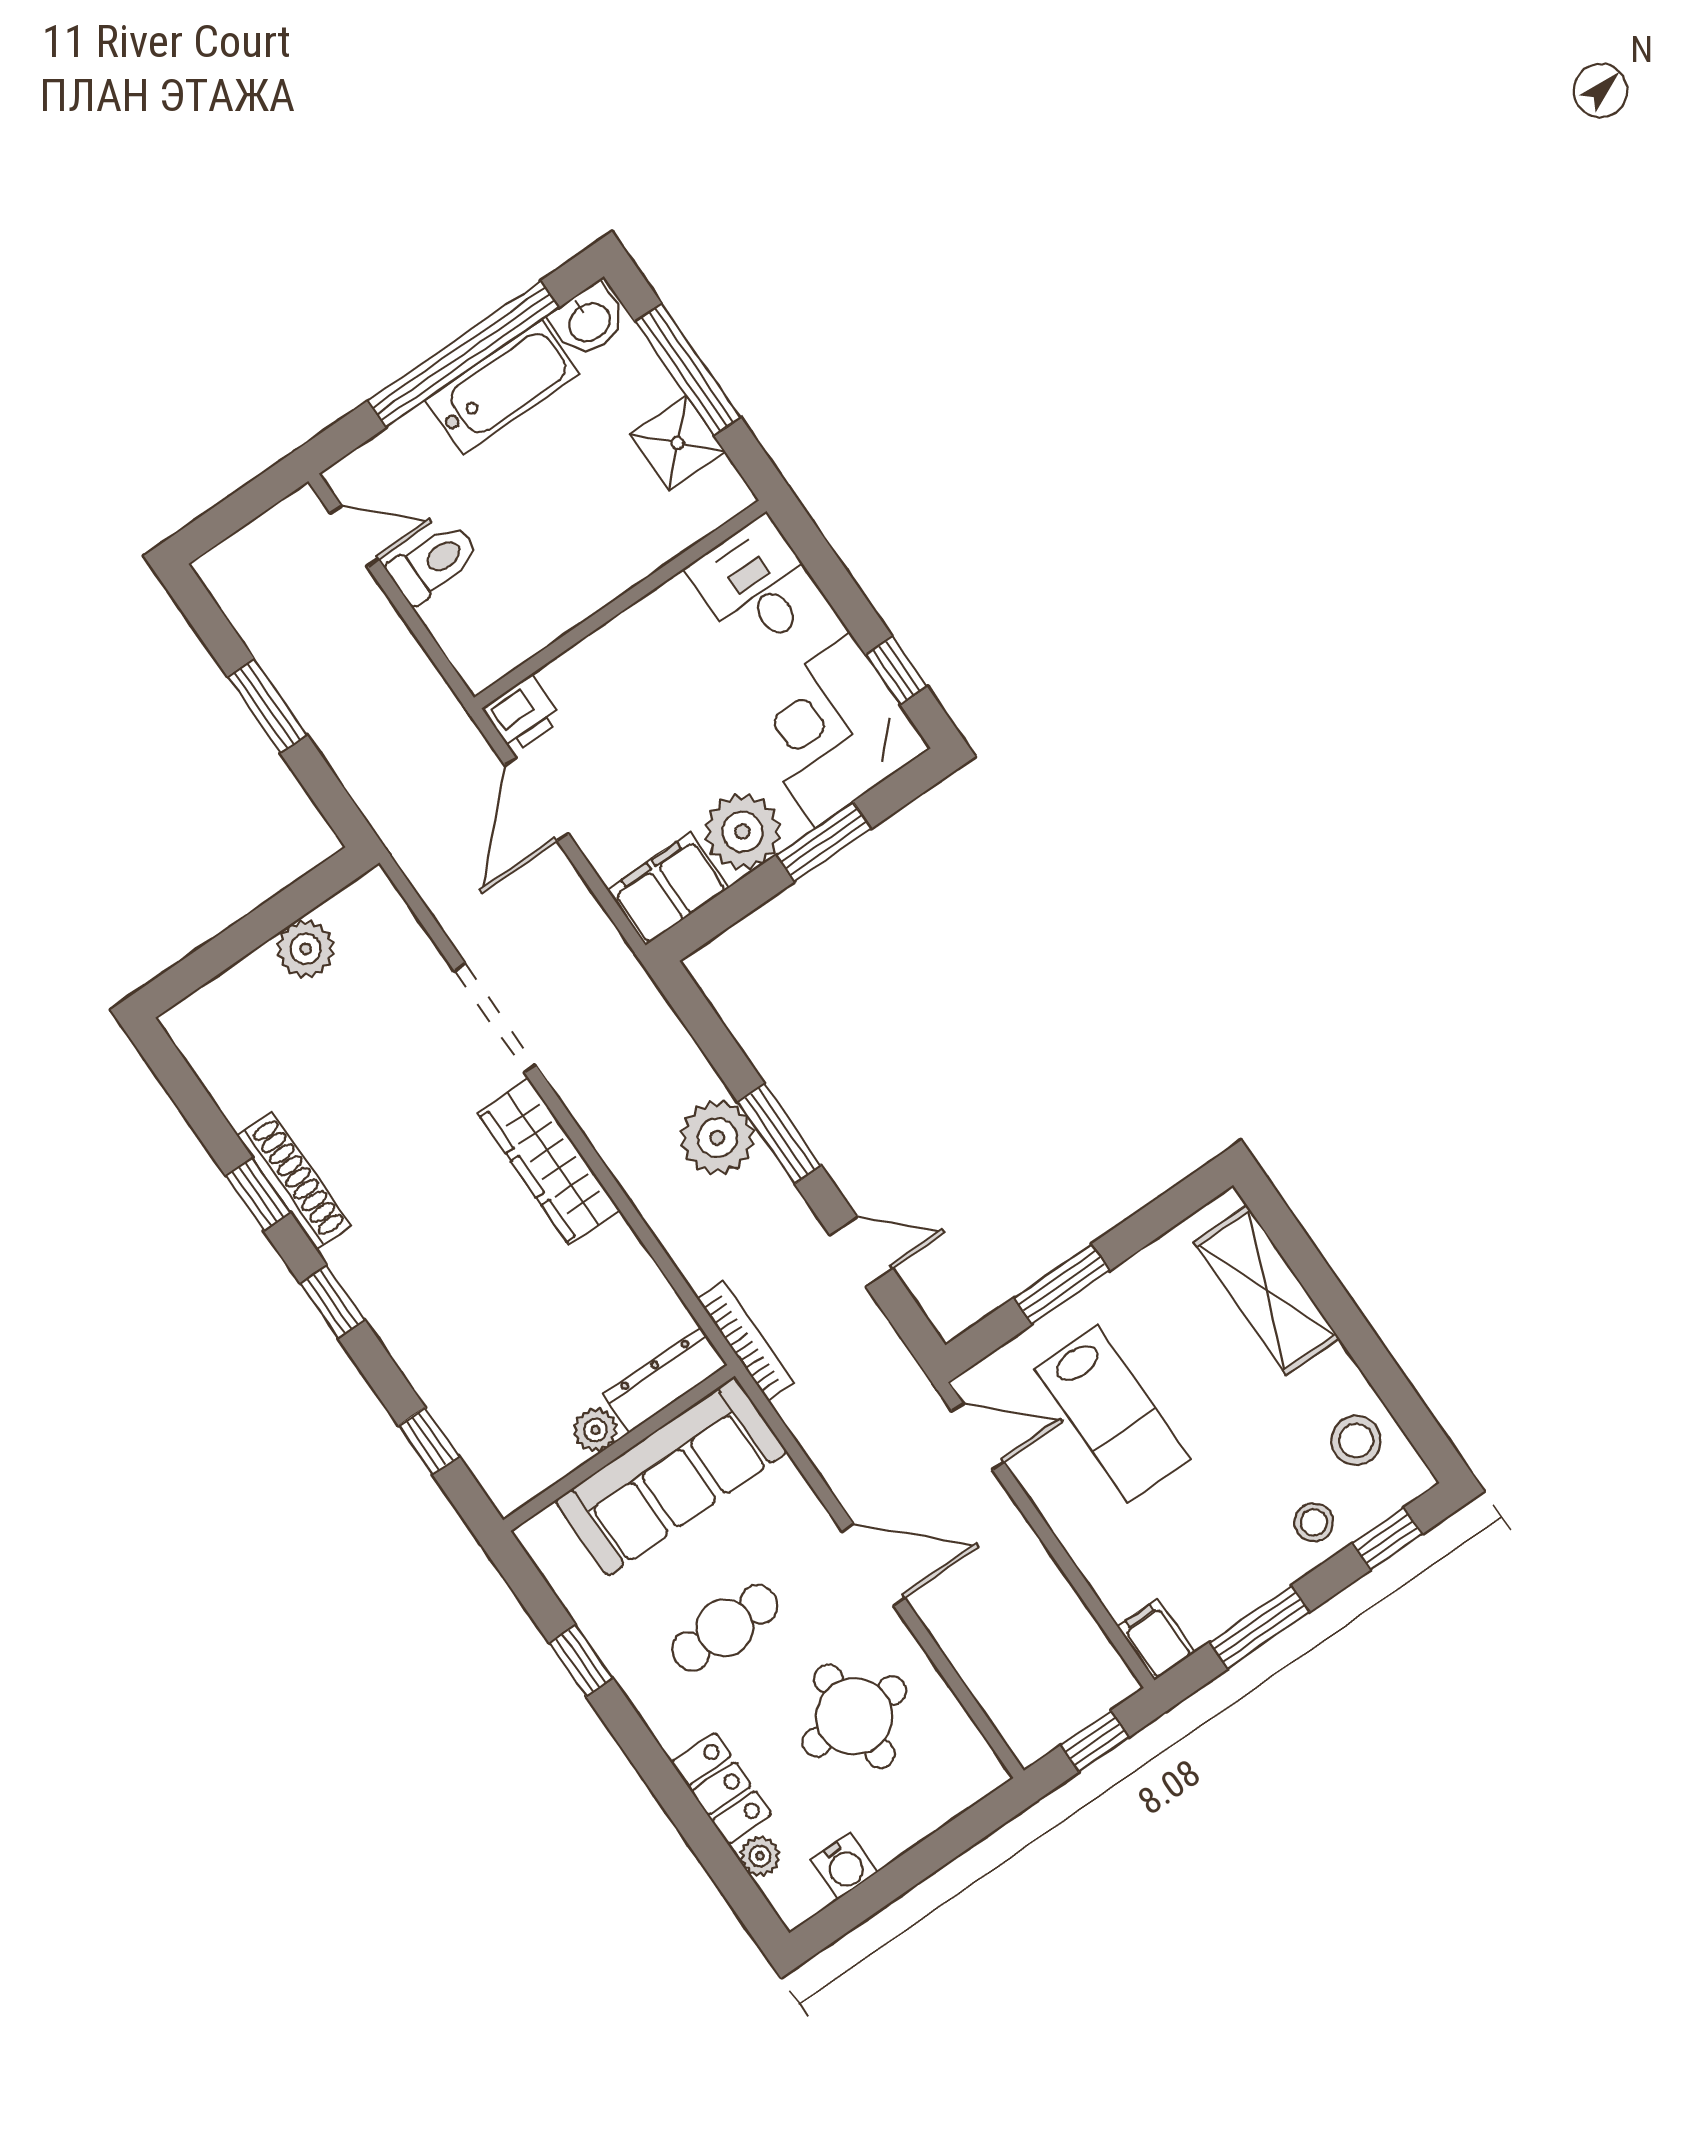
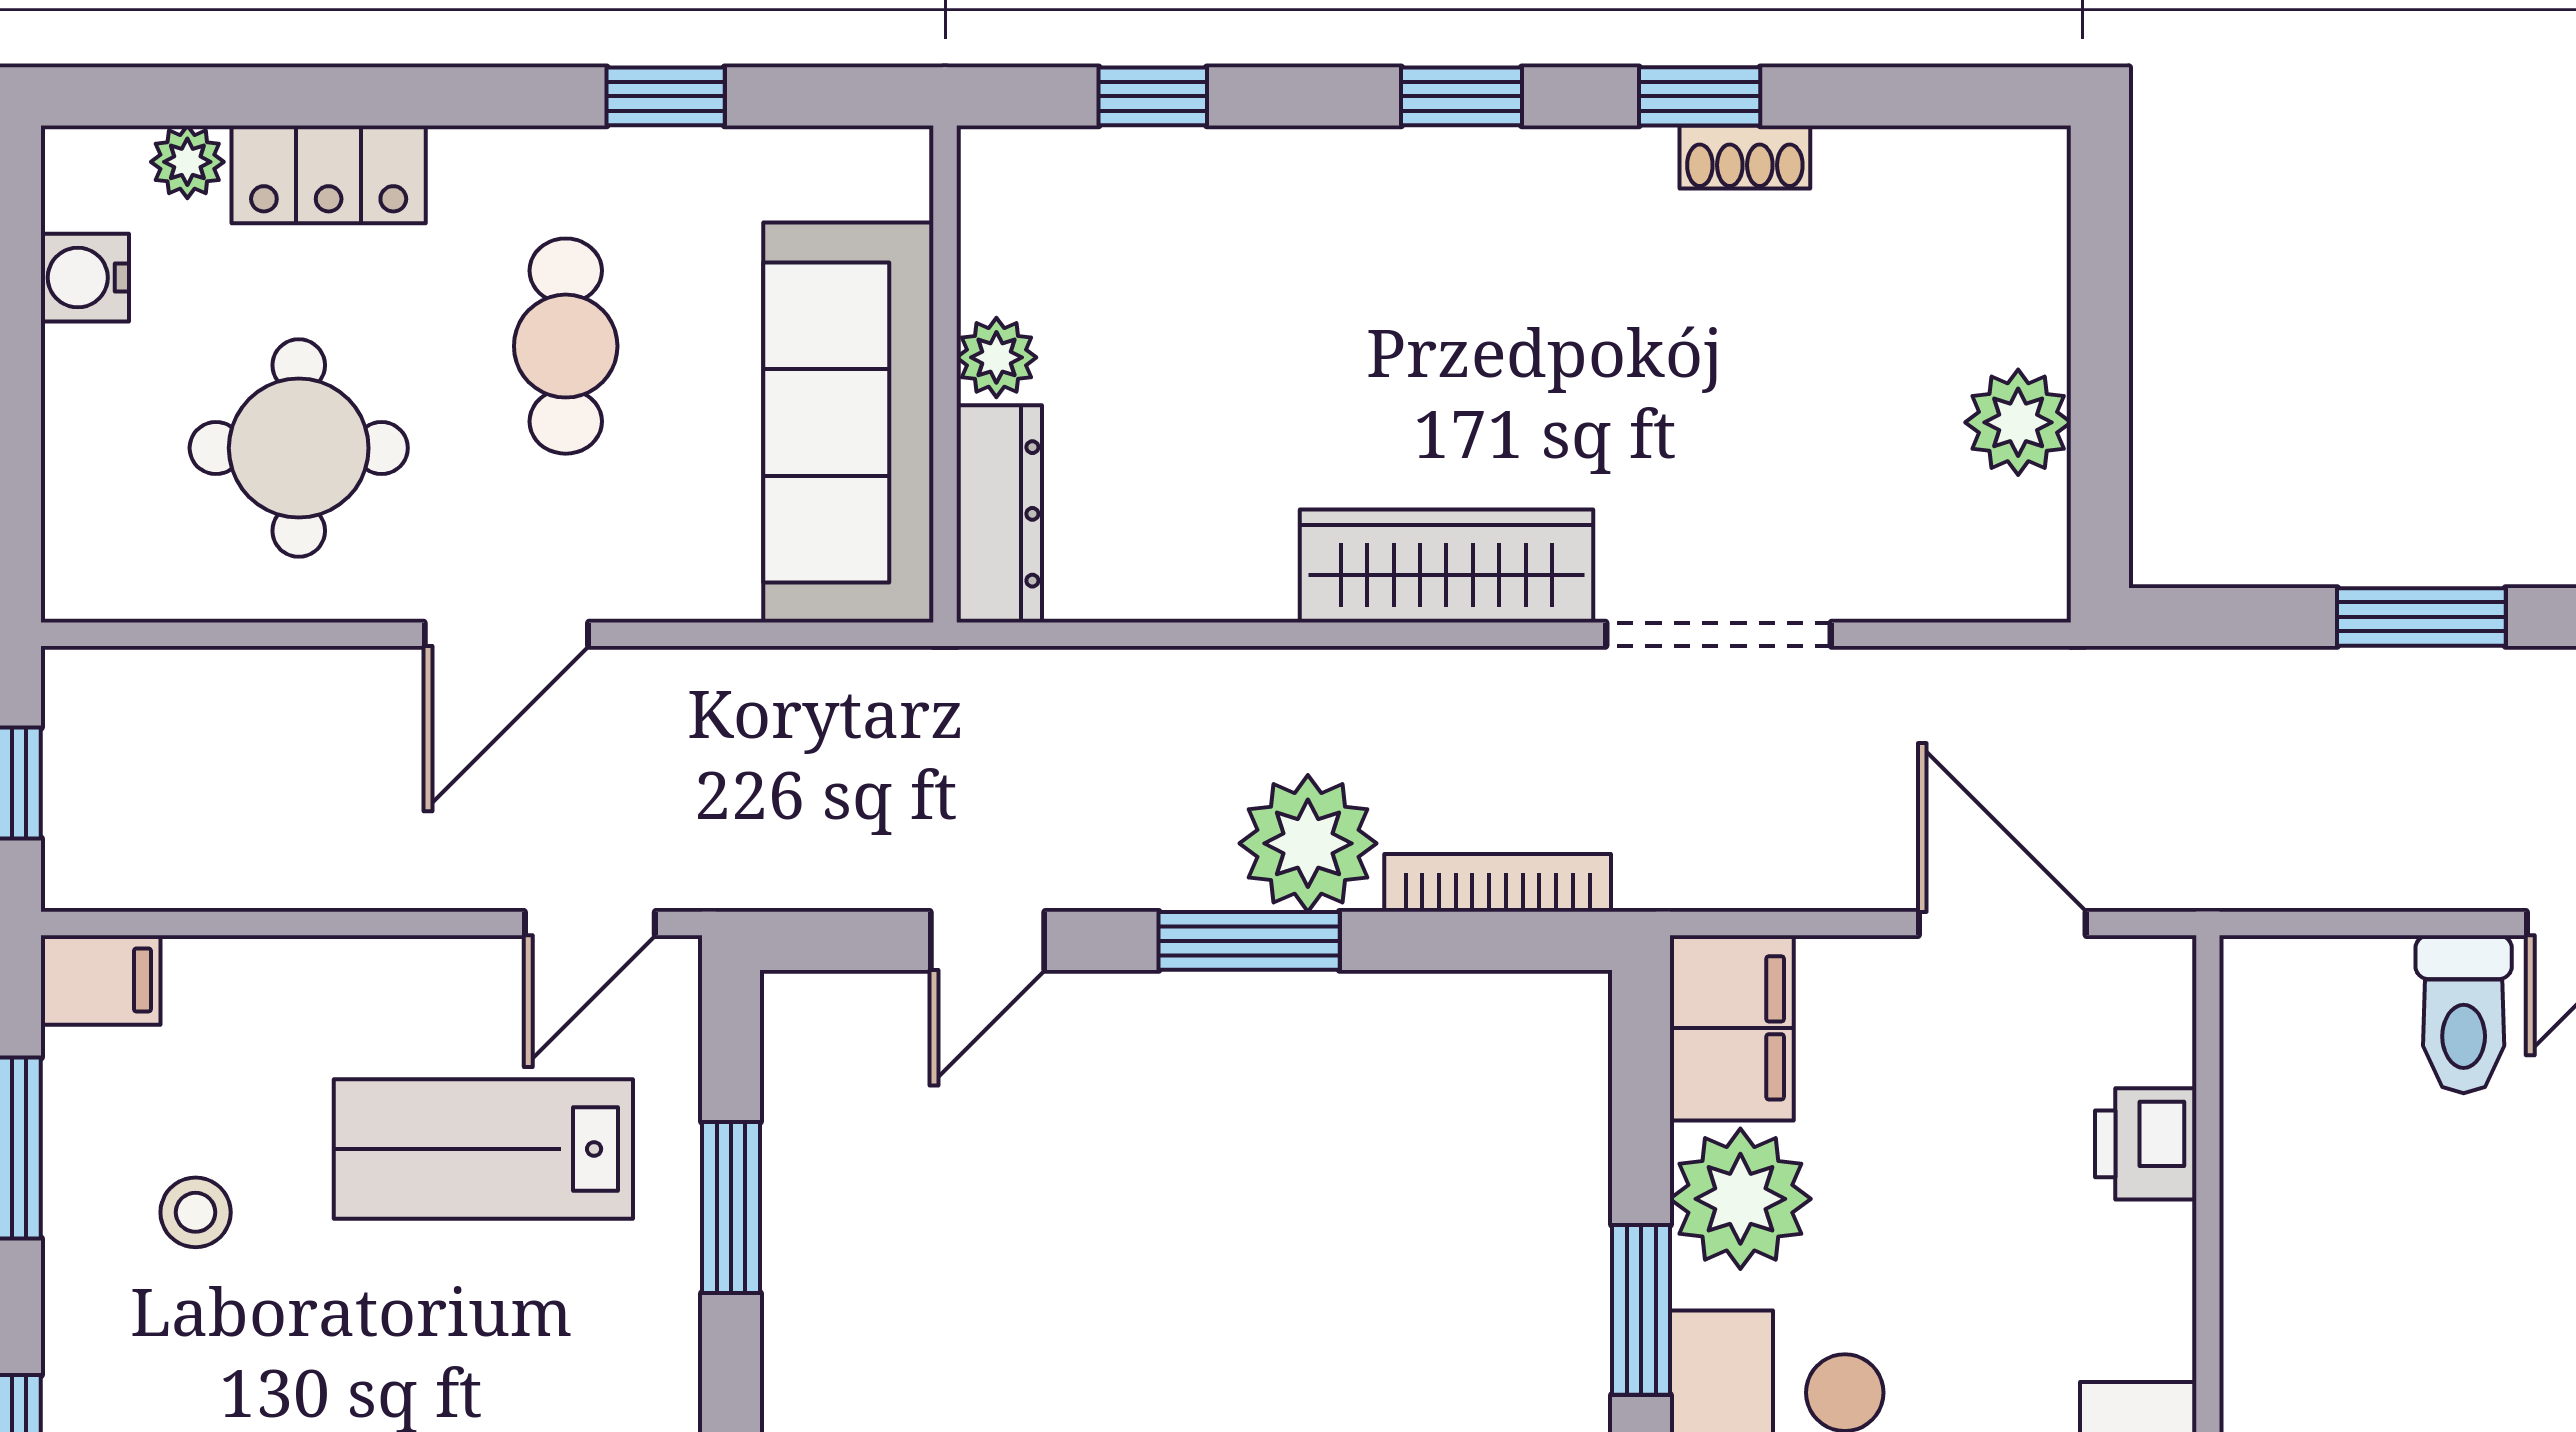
printer: (522, 714) -> (2146, 1144), moved
shoe rack: (294, 1180) -> (1745, 157), width x0.51, depth x0.81
bookcase: (745, 1341) -> (1498, 883), moved, turned 180
stool: (1314, 1522) -> (196, 1212), moved

